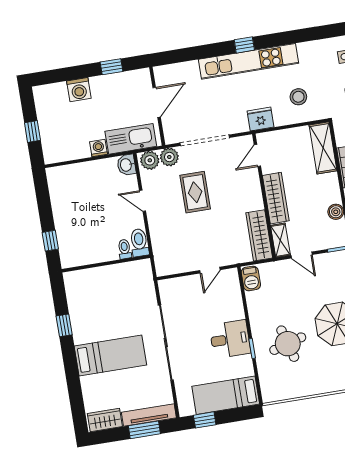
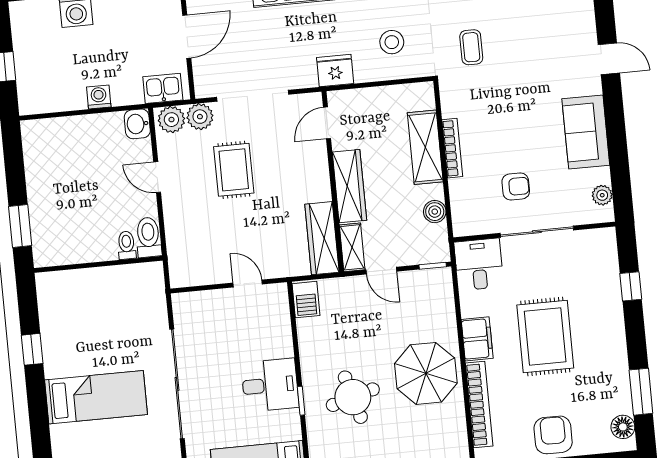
kitchen sink: (131, 139) -> (163, 88), width x0.53, depth x0.81
shelving: (323, 148) -> (425, 147), moved
window: (50, 241) -> (20, 226), width x1.50
door: (210, 270) -> (248, 283), swing flipped

